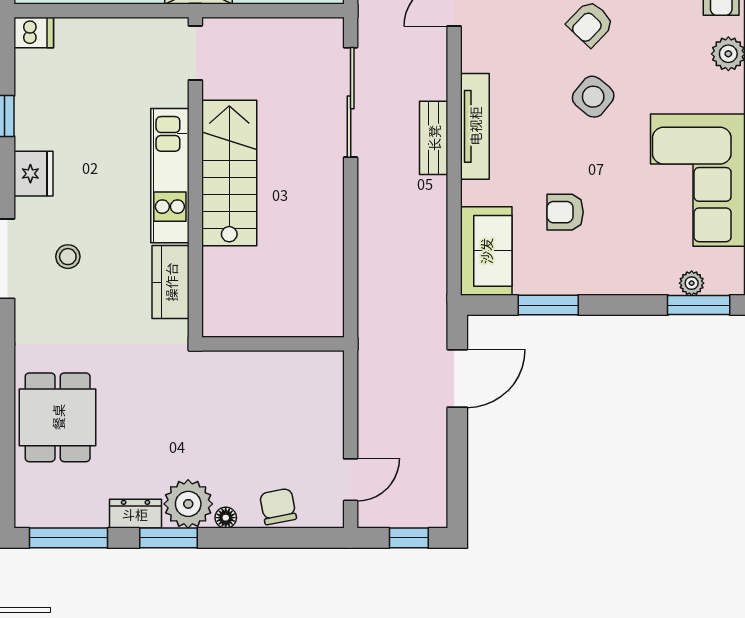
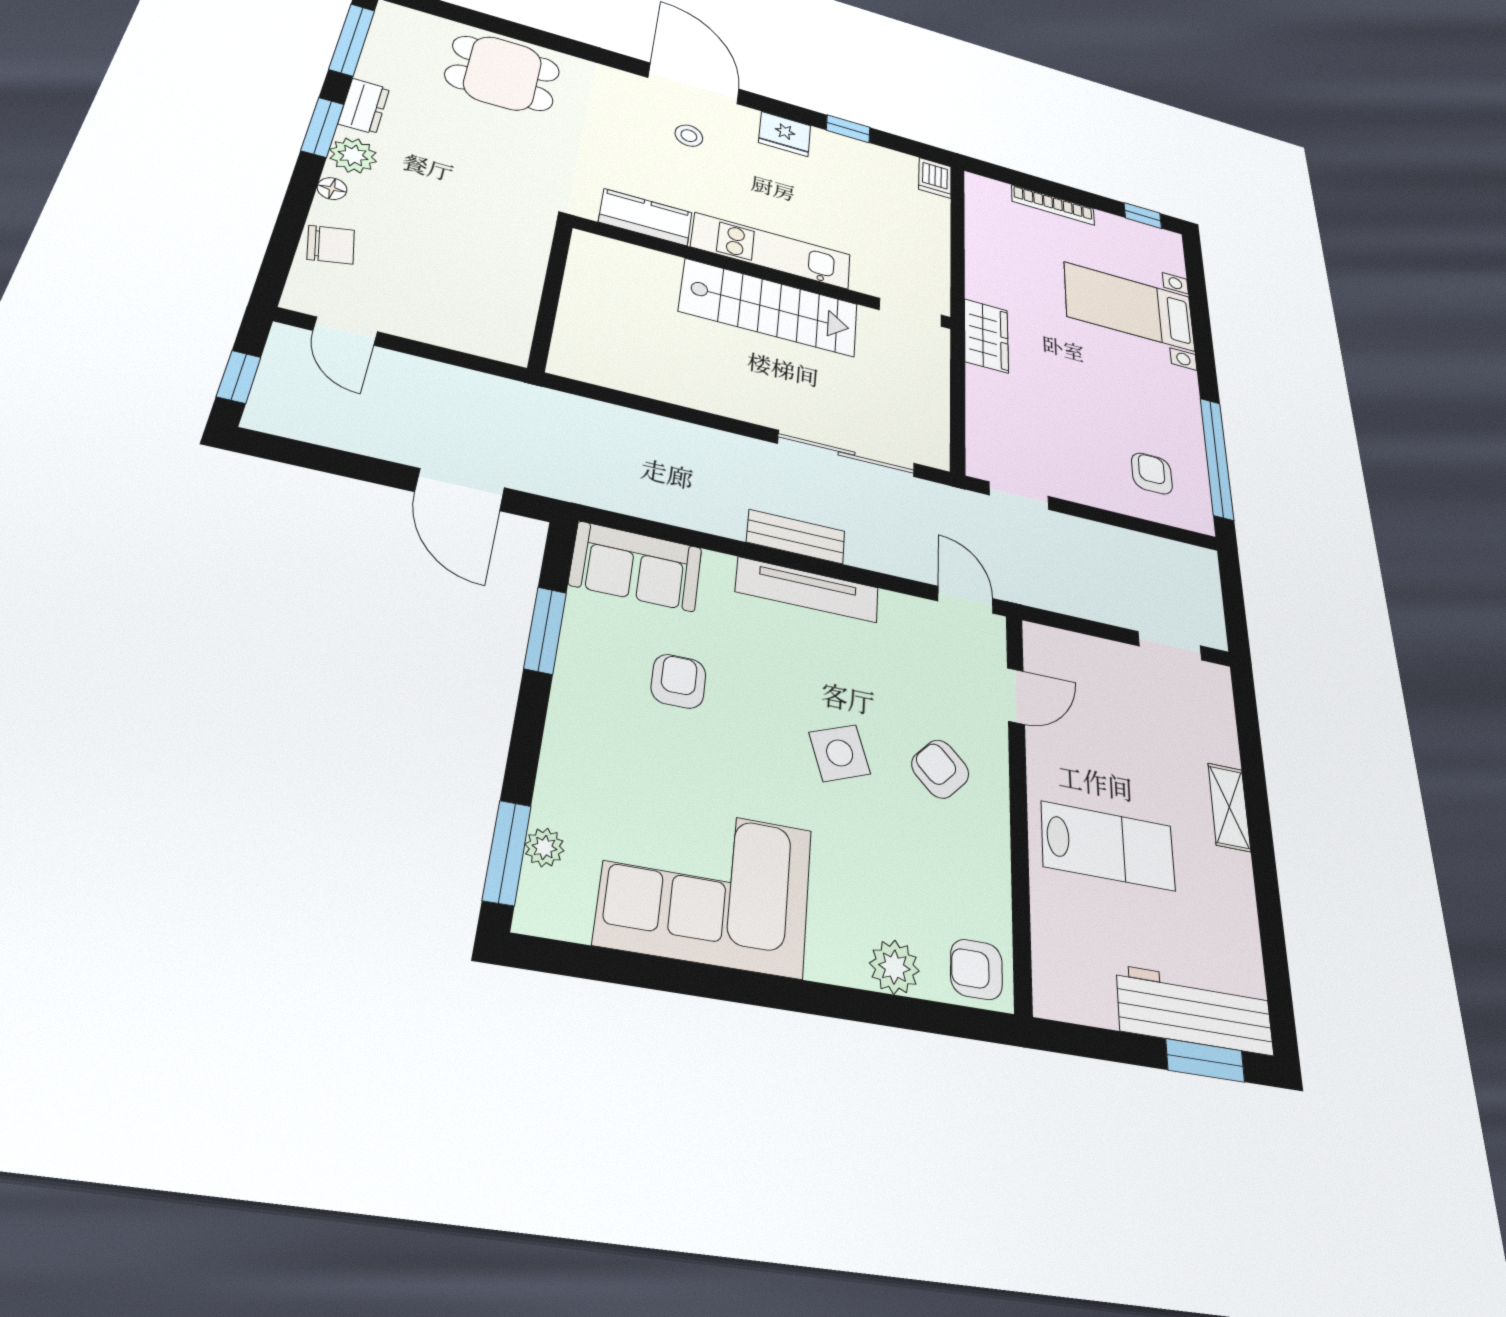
side table: (593, 97) -> (840, 753), turned 31
plant: (188, 504) -> (353, 155), width x0.73, depth x0.73

